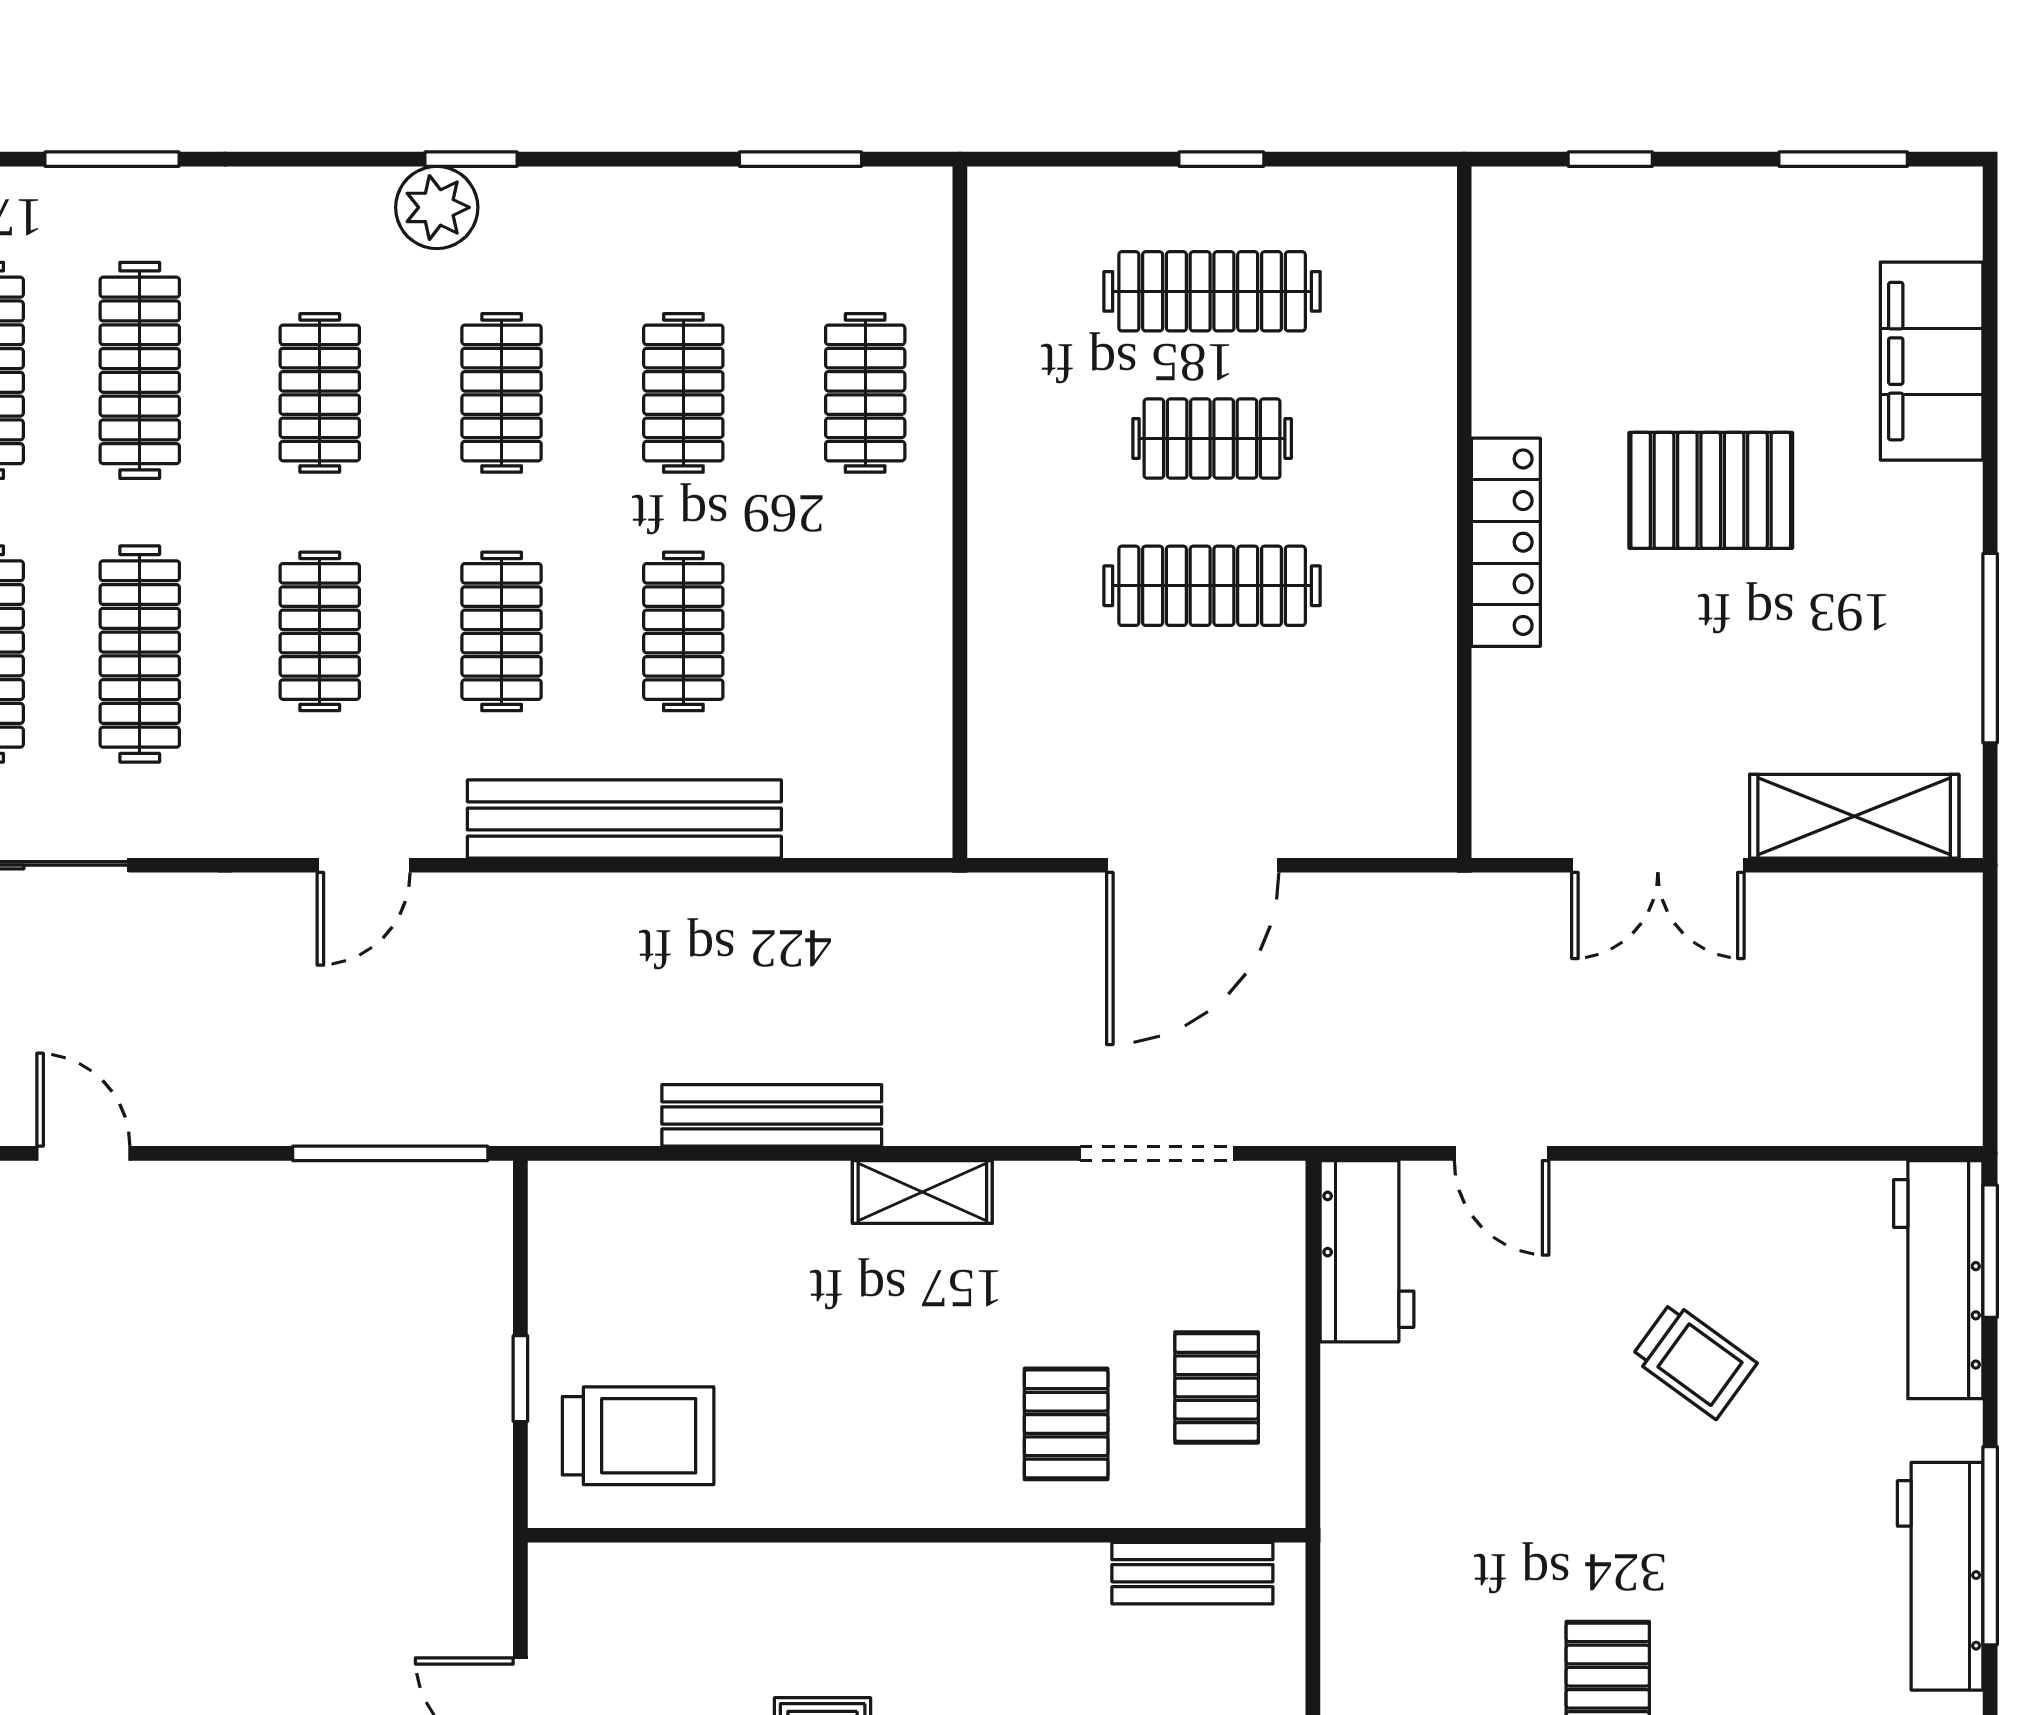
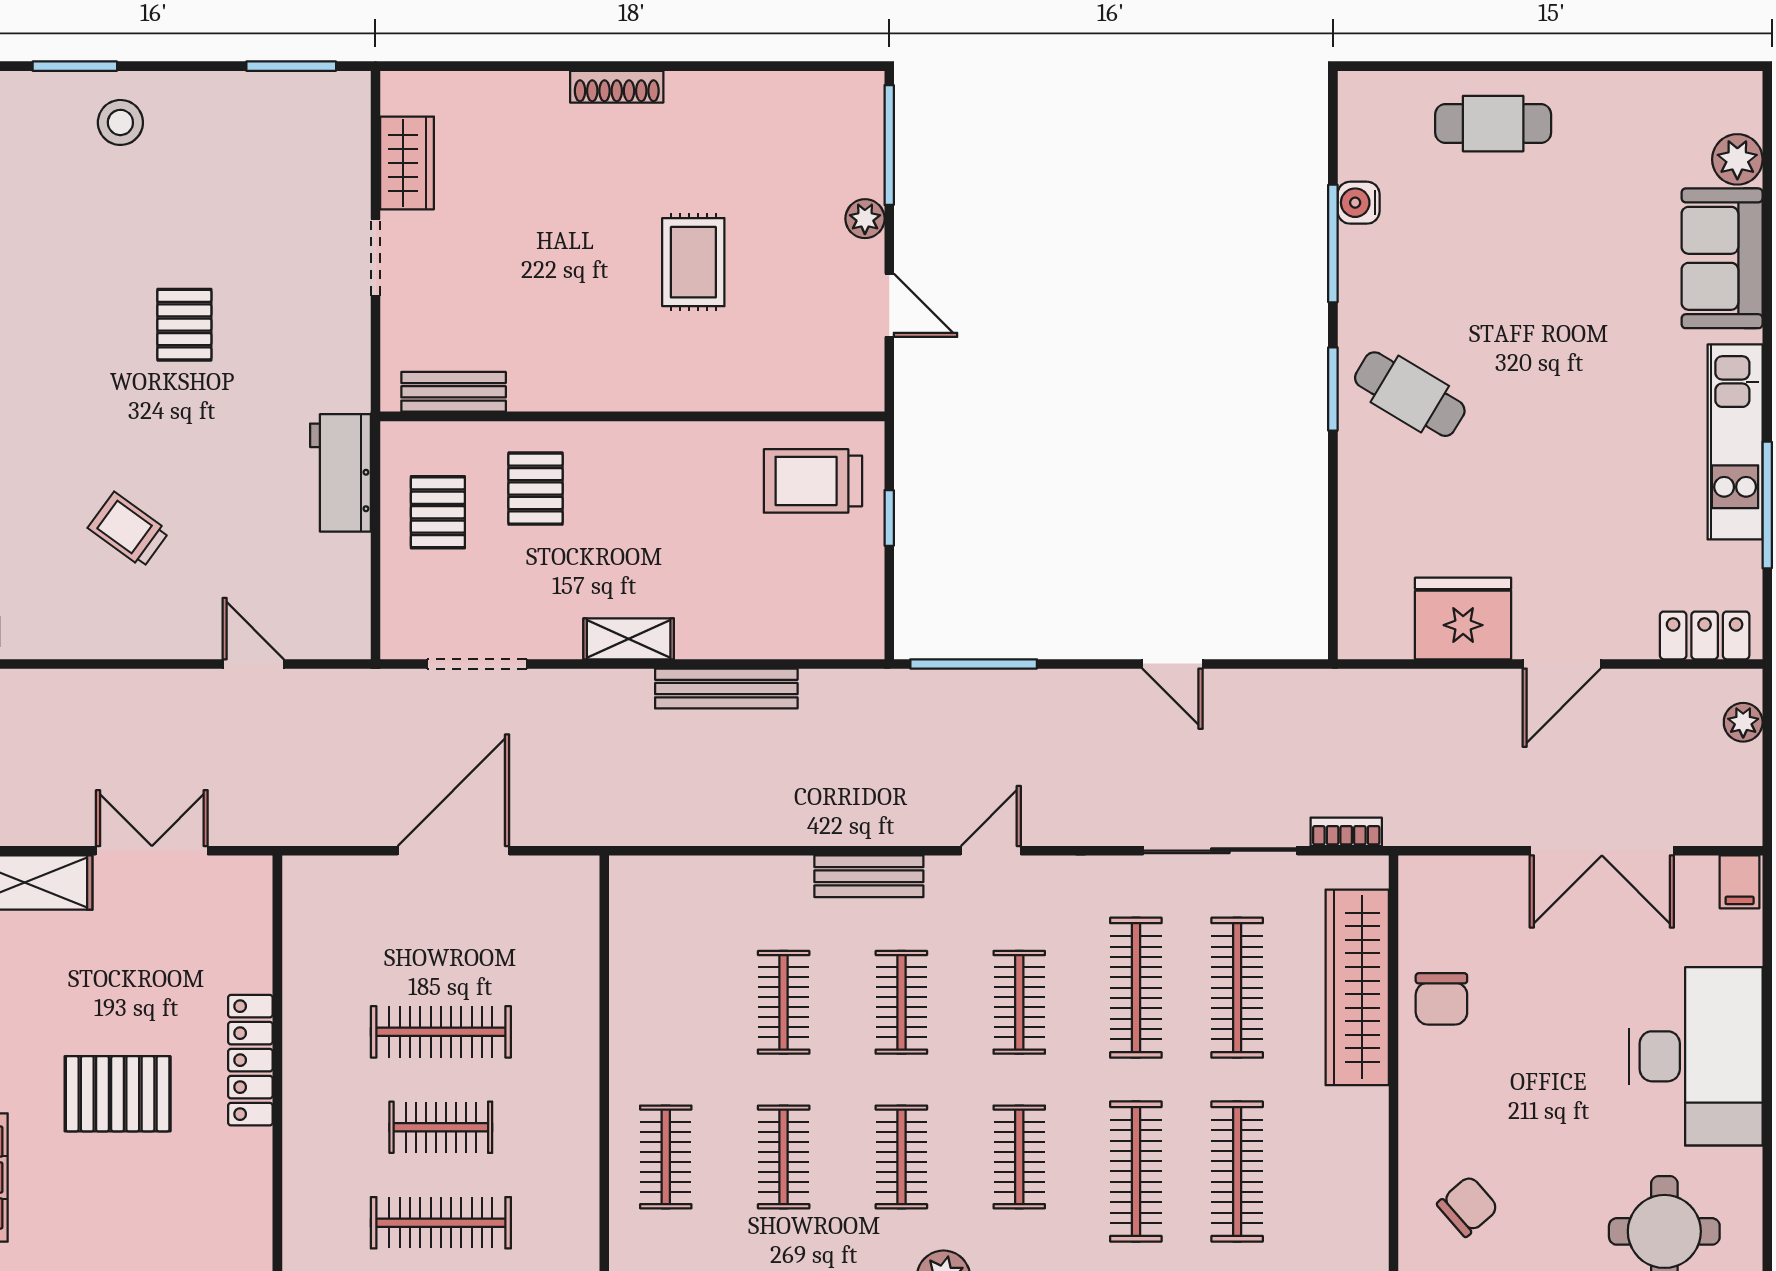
bench: (624, 819) -> (869, 876), width x0.54, depth x0.82
workbench: (1367, 1251) -> (340, 473), moved

